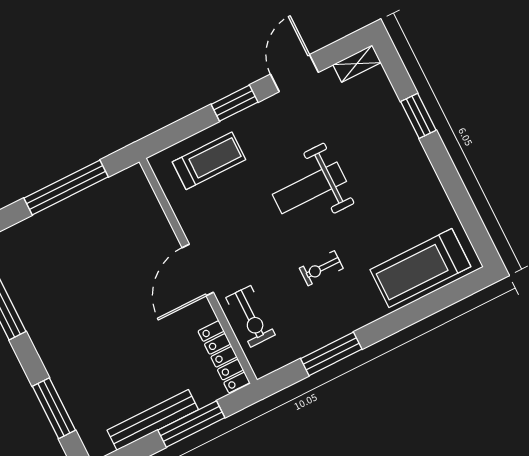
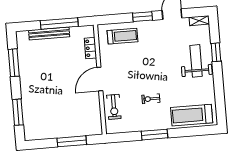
weight bench: (309, 188) -> (196, 61), moved, turned 90
window: (331, 354) -> (155, 135), moved
locker: (224, 357) -> (90, 48), moved, width x0.66
bench: (153, 420) -> (49, 34), moved

